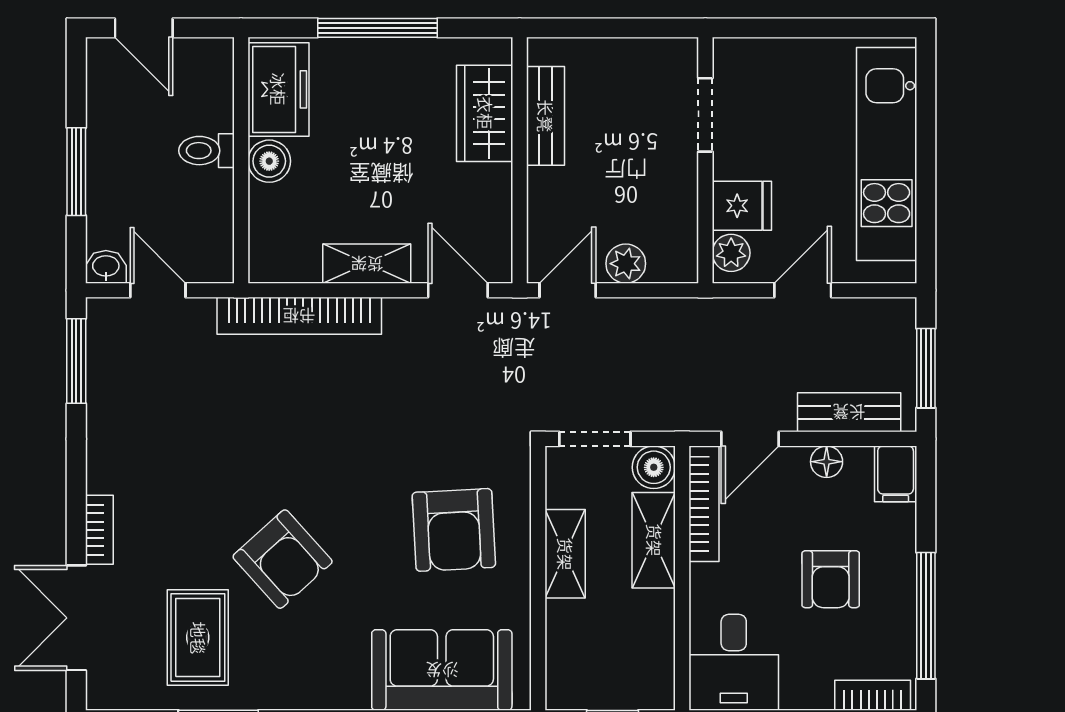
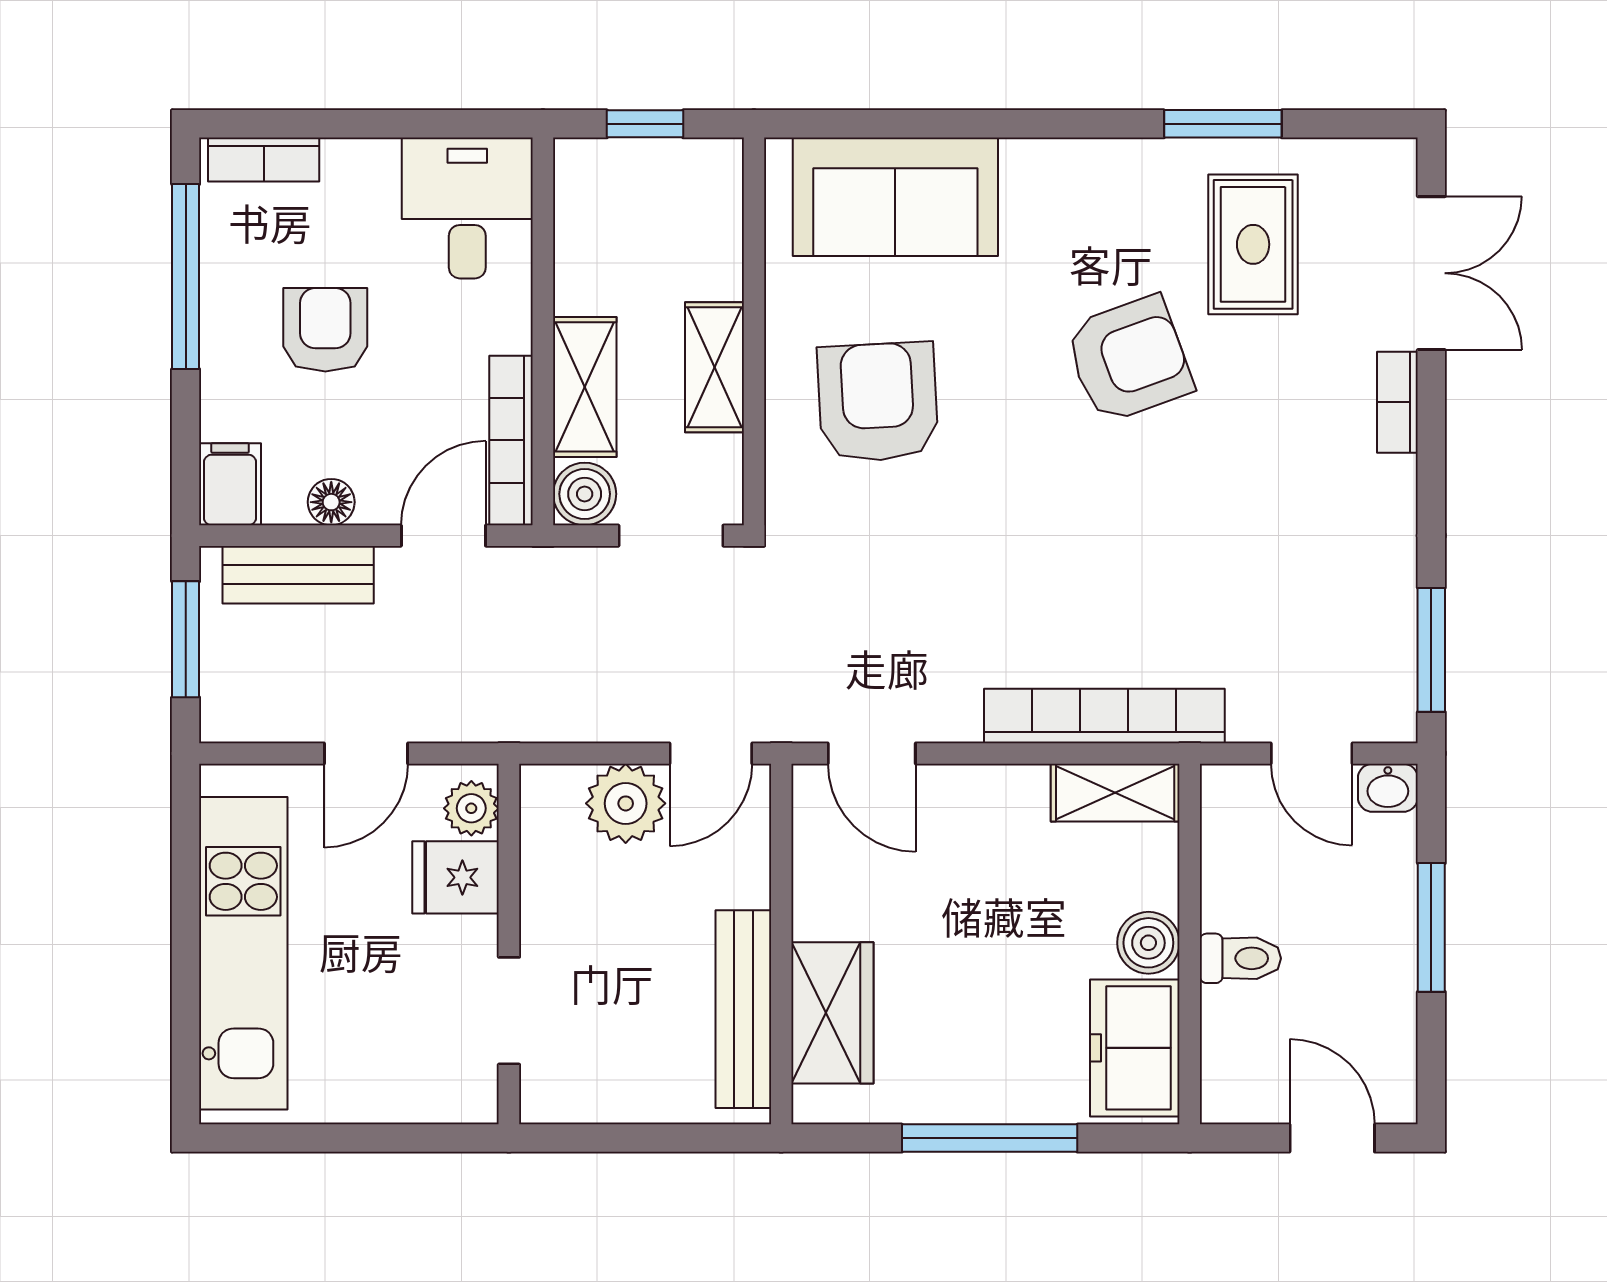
bench: (545, 116) -> (743, 1009), width x1.36
shelving: (367, 264) -> (1115, 793), moved
plant: (626, 264) -> (626, 803), width x1.38, depth x1.38
armchair: (283, 559) -> (1129, 359), turned 112

